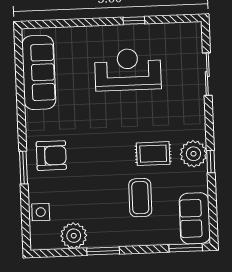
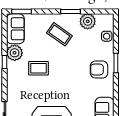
plant: (193, 154) -> (15, 53), moved
coffee table: (140, 198) -> (59, 34), moved, turned -55

